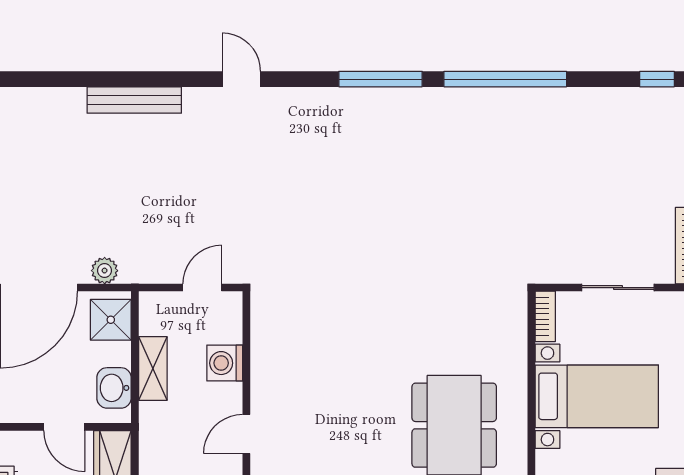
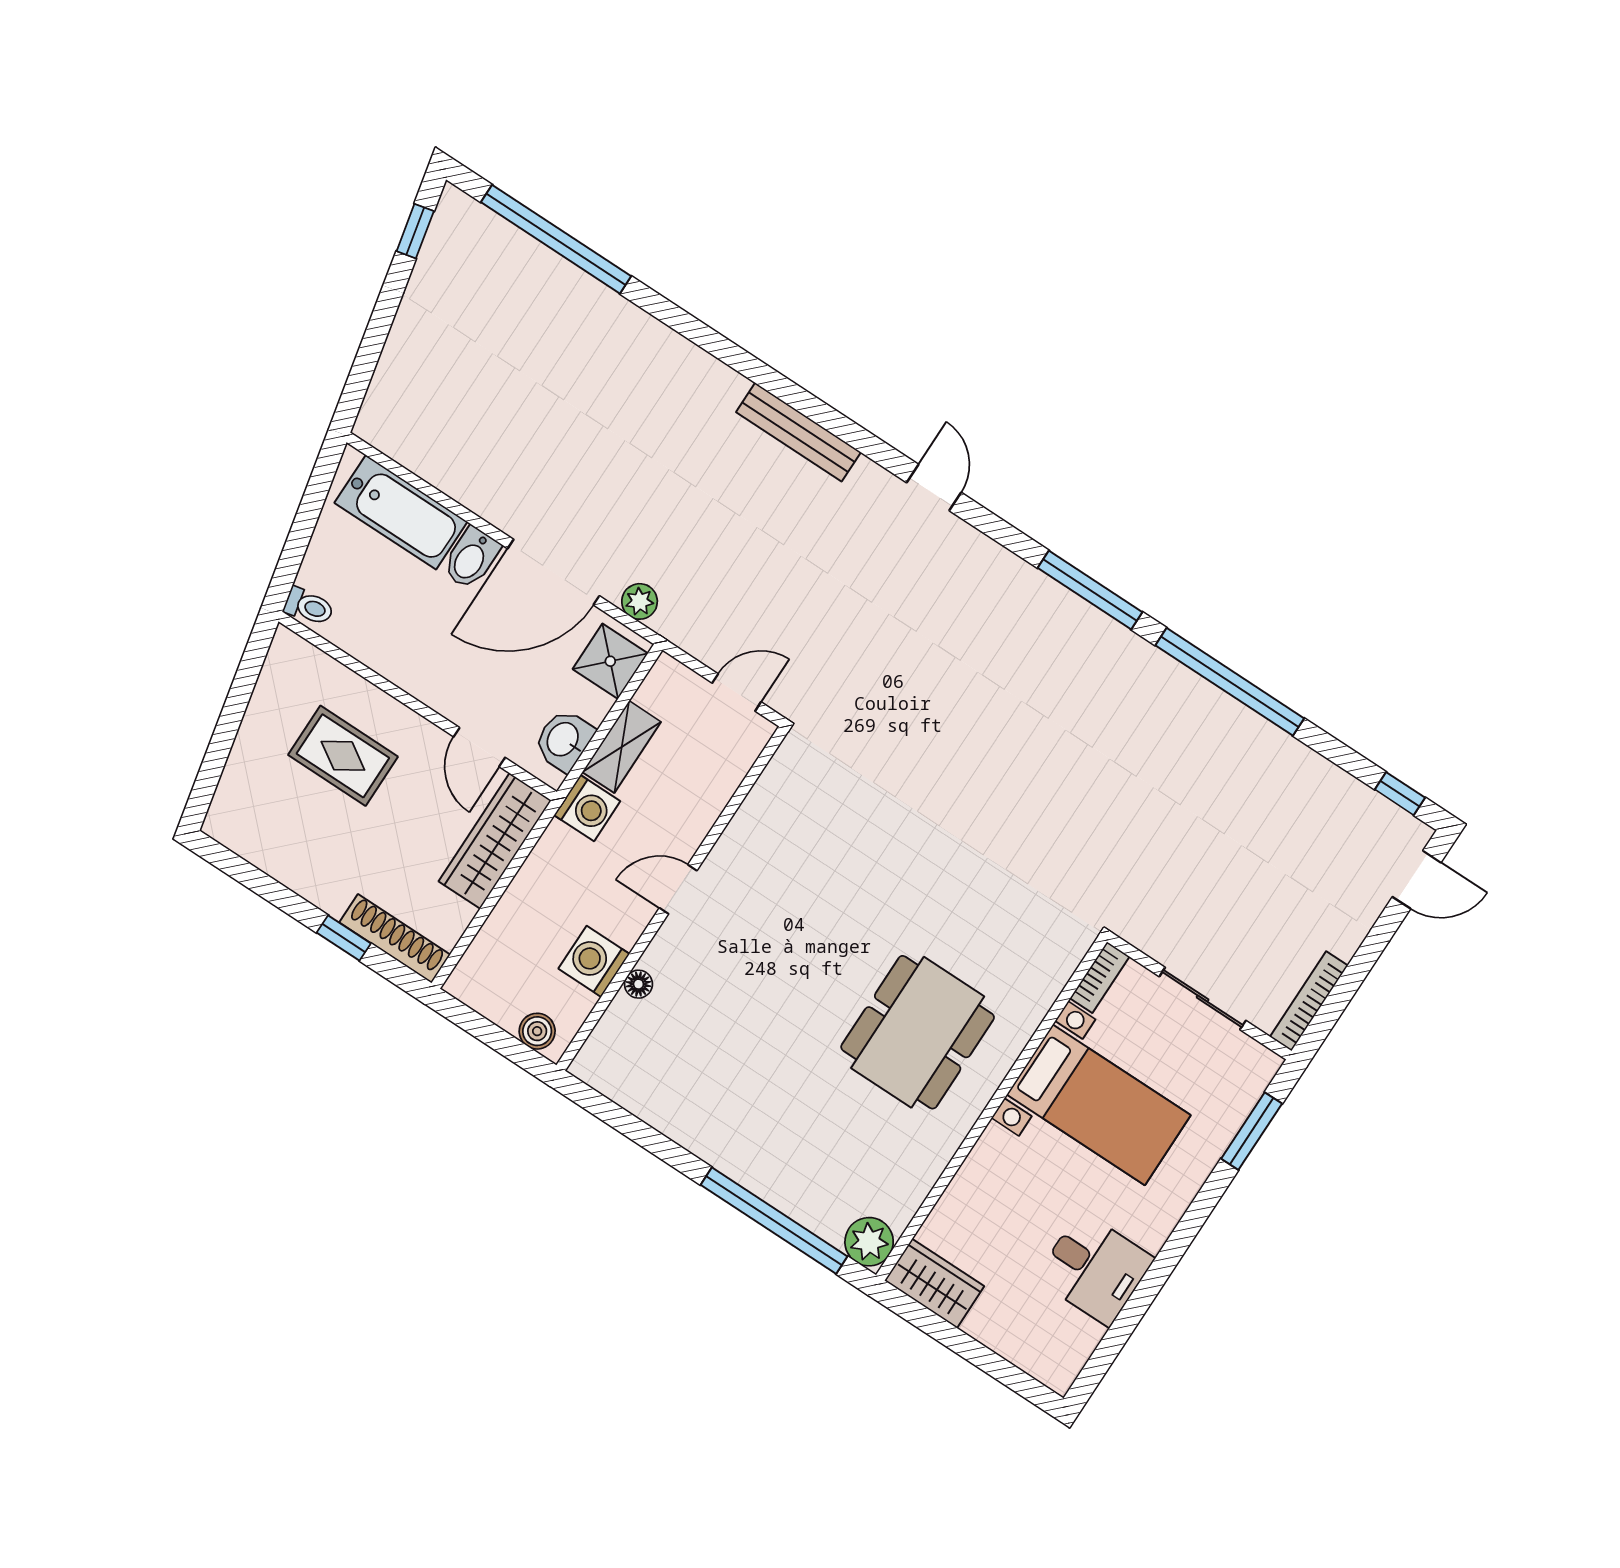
washing machine: (225, 363) -> (587, 808), moved, turned 180

